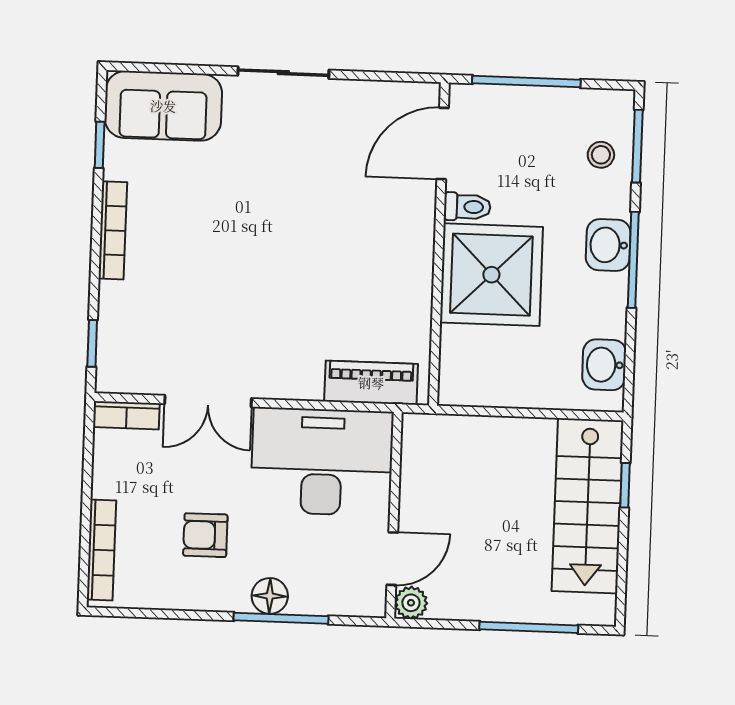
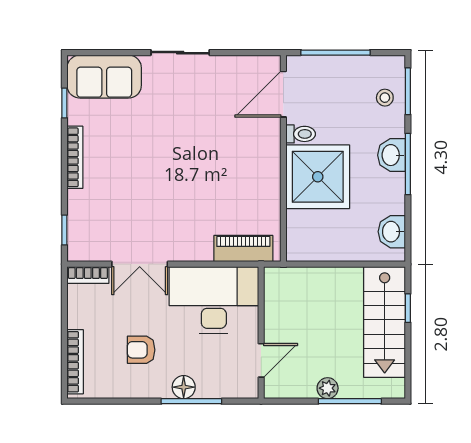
plant: (411, 603) -> (328, 388), moved

